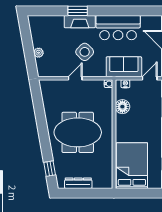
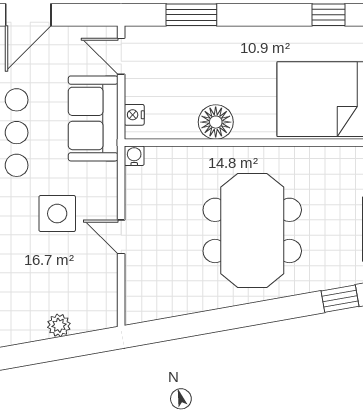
side table: (85, 52) -> (57, 214), turned 45
floor lamp: (122, 107) -> (216, 122), moved

